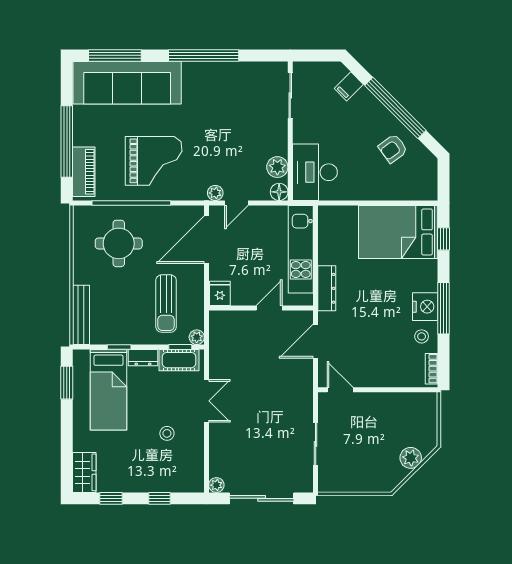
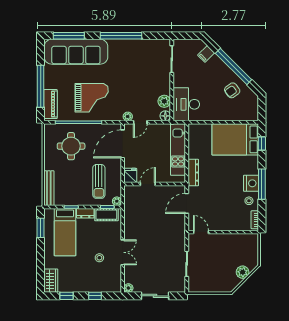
door: (269, 308) -> (148, 184), moved
double door: (207, 401) -> (123, 252), moved
sliding door: (262, 498) -> (155, 296), width x0.73

